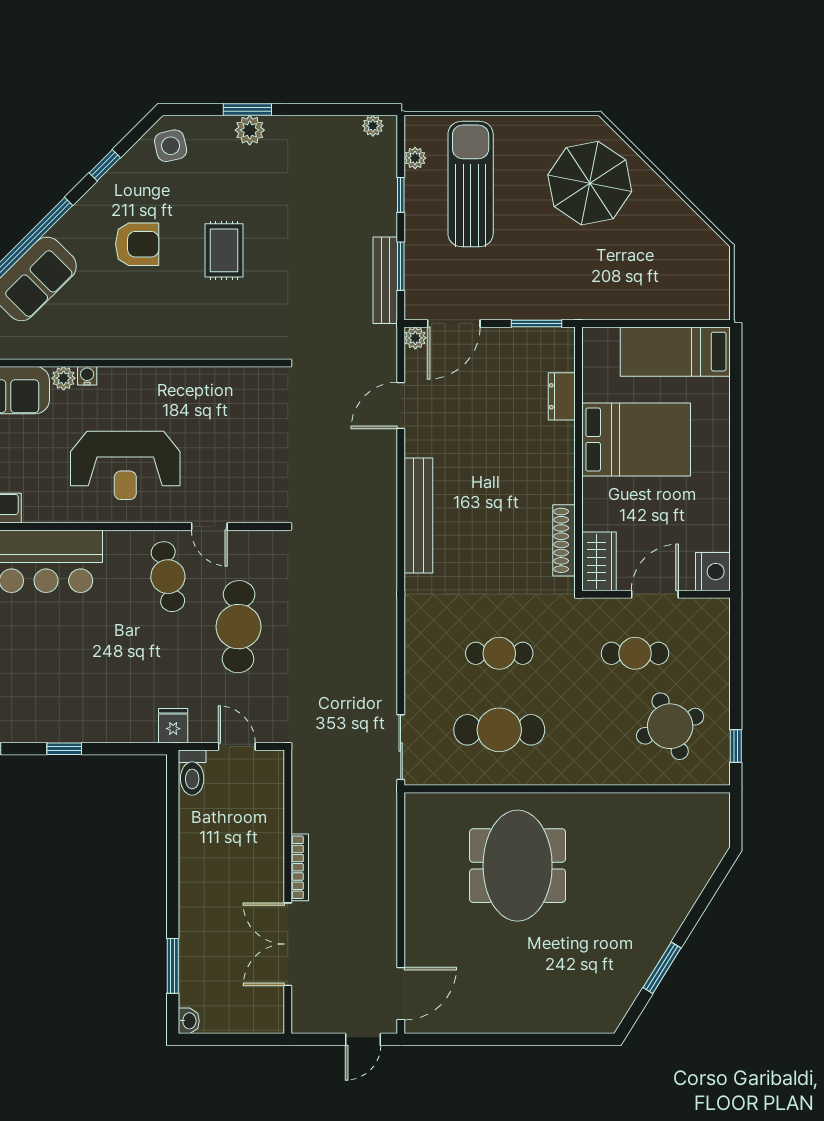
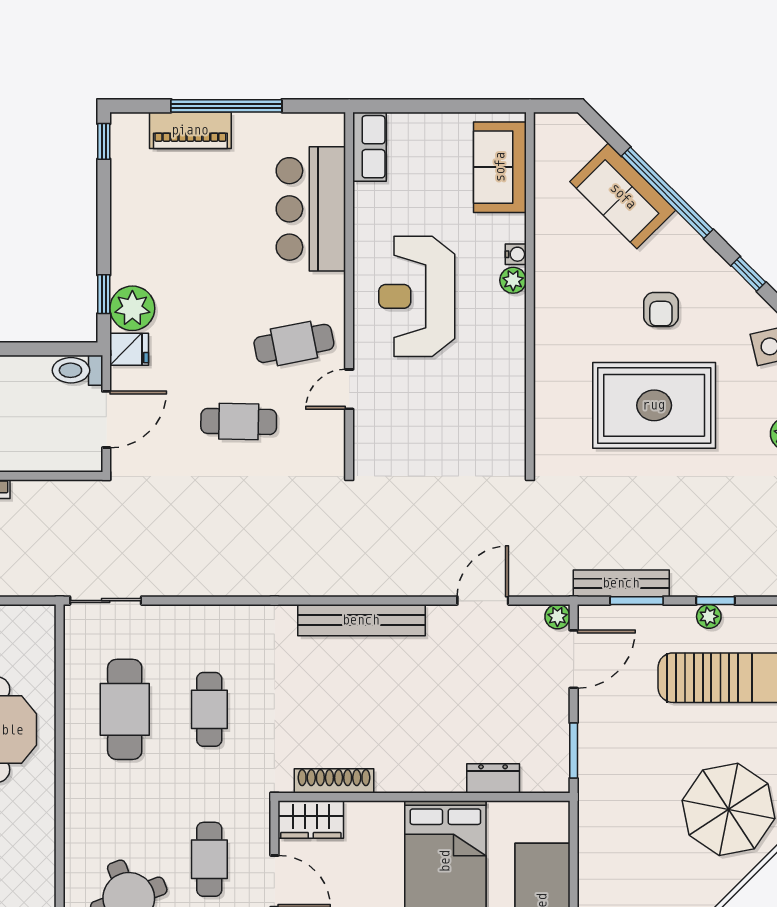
plant: (415, 158) -> (709, 616), moved
armchair: (137, 244) -> (661, 309), width x0.72, depth x0.72
rug: (224, 250) -> (654, 405), width x1.86, depth x2.06
door: (454, 323) -> (574, 659), swing flipped
plant: (64, 378) -> (513, 280), moved
door: (401, 406) -> (483, 601), hinge flipped
cafe table: (239, 627) -> (239, 421), width x0.73, depth x0.74
plant: (136, 723) -> (132, 308), added
door: (237, 747) -> (106, 419), width x1.38
window: (64, 749) -> (104, 294), moved

